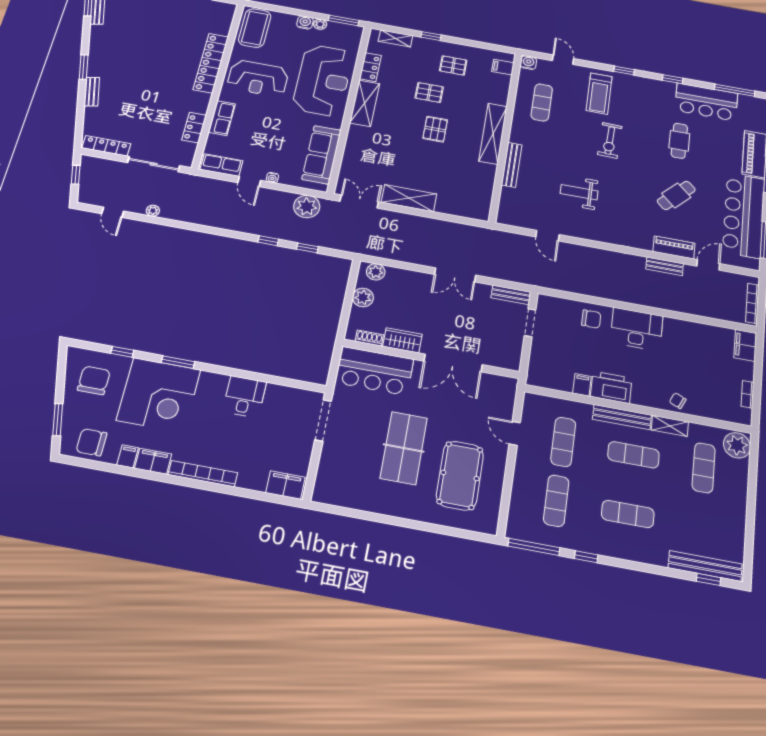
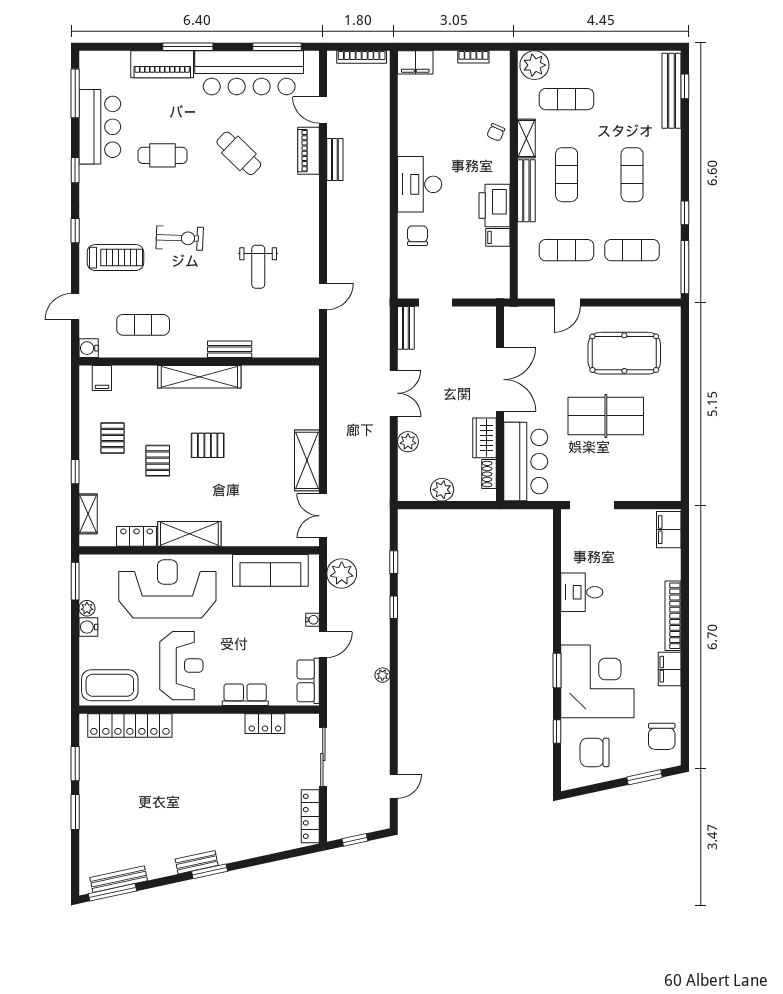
locker: (211, 63) -> (130, 725), moved
bench: (92, 92) -> (197, 862), moved
bench: (512, 165) -> (230, 349), width x0.73
plant: (153, 211) -> (382, 675), moved
plant: (376, 272) -> (408, 442), moved
filing cabinet: (128, 456) -> (670, 696), removed

